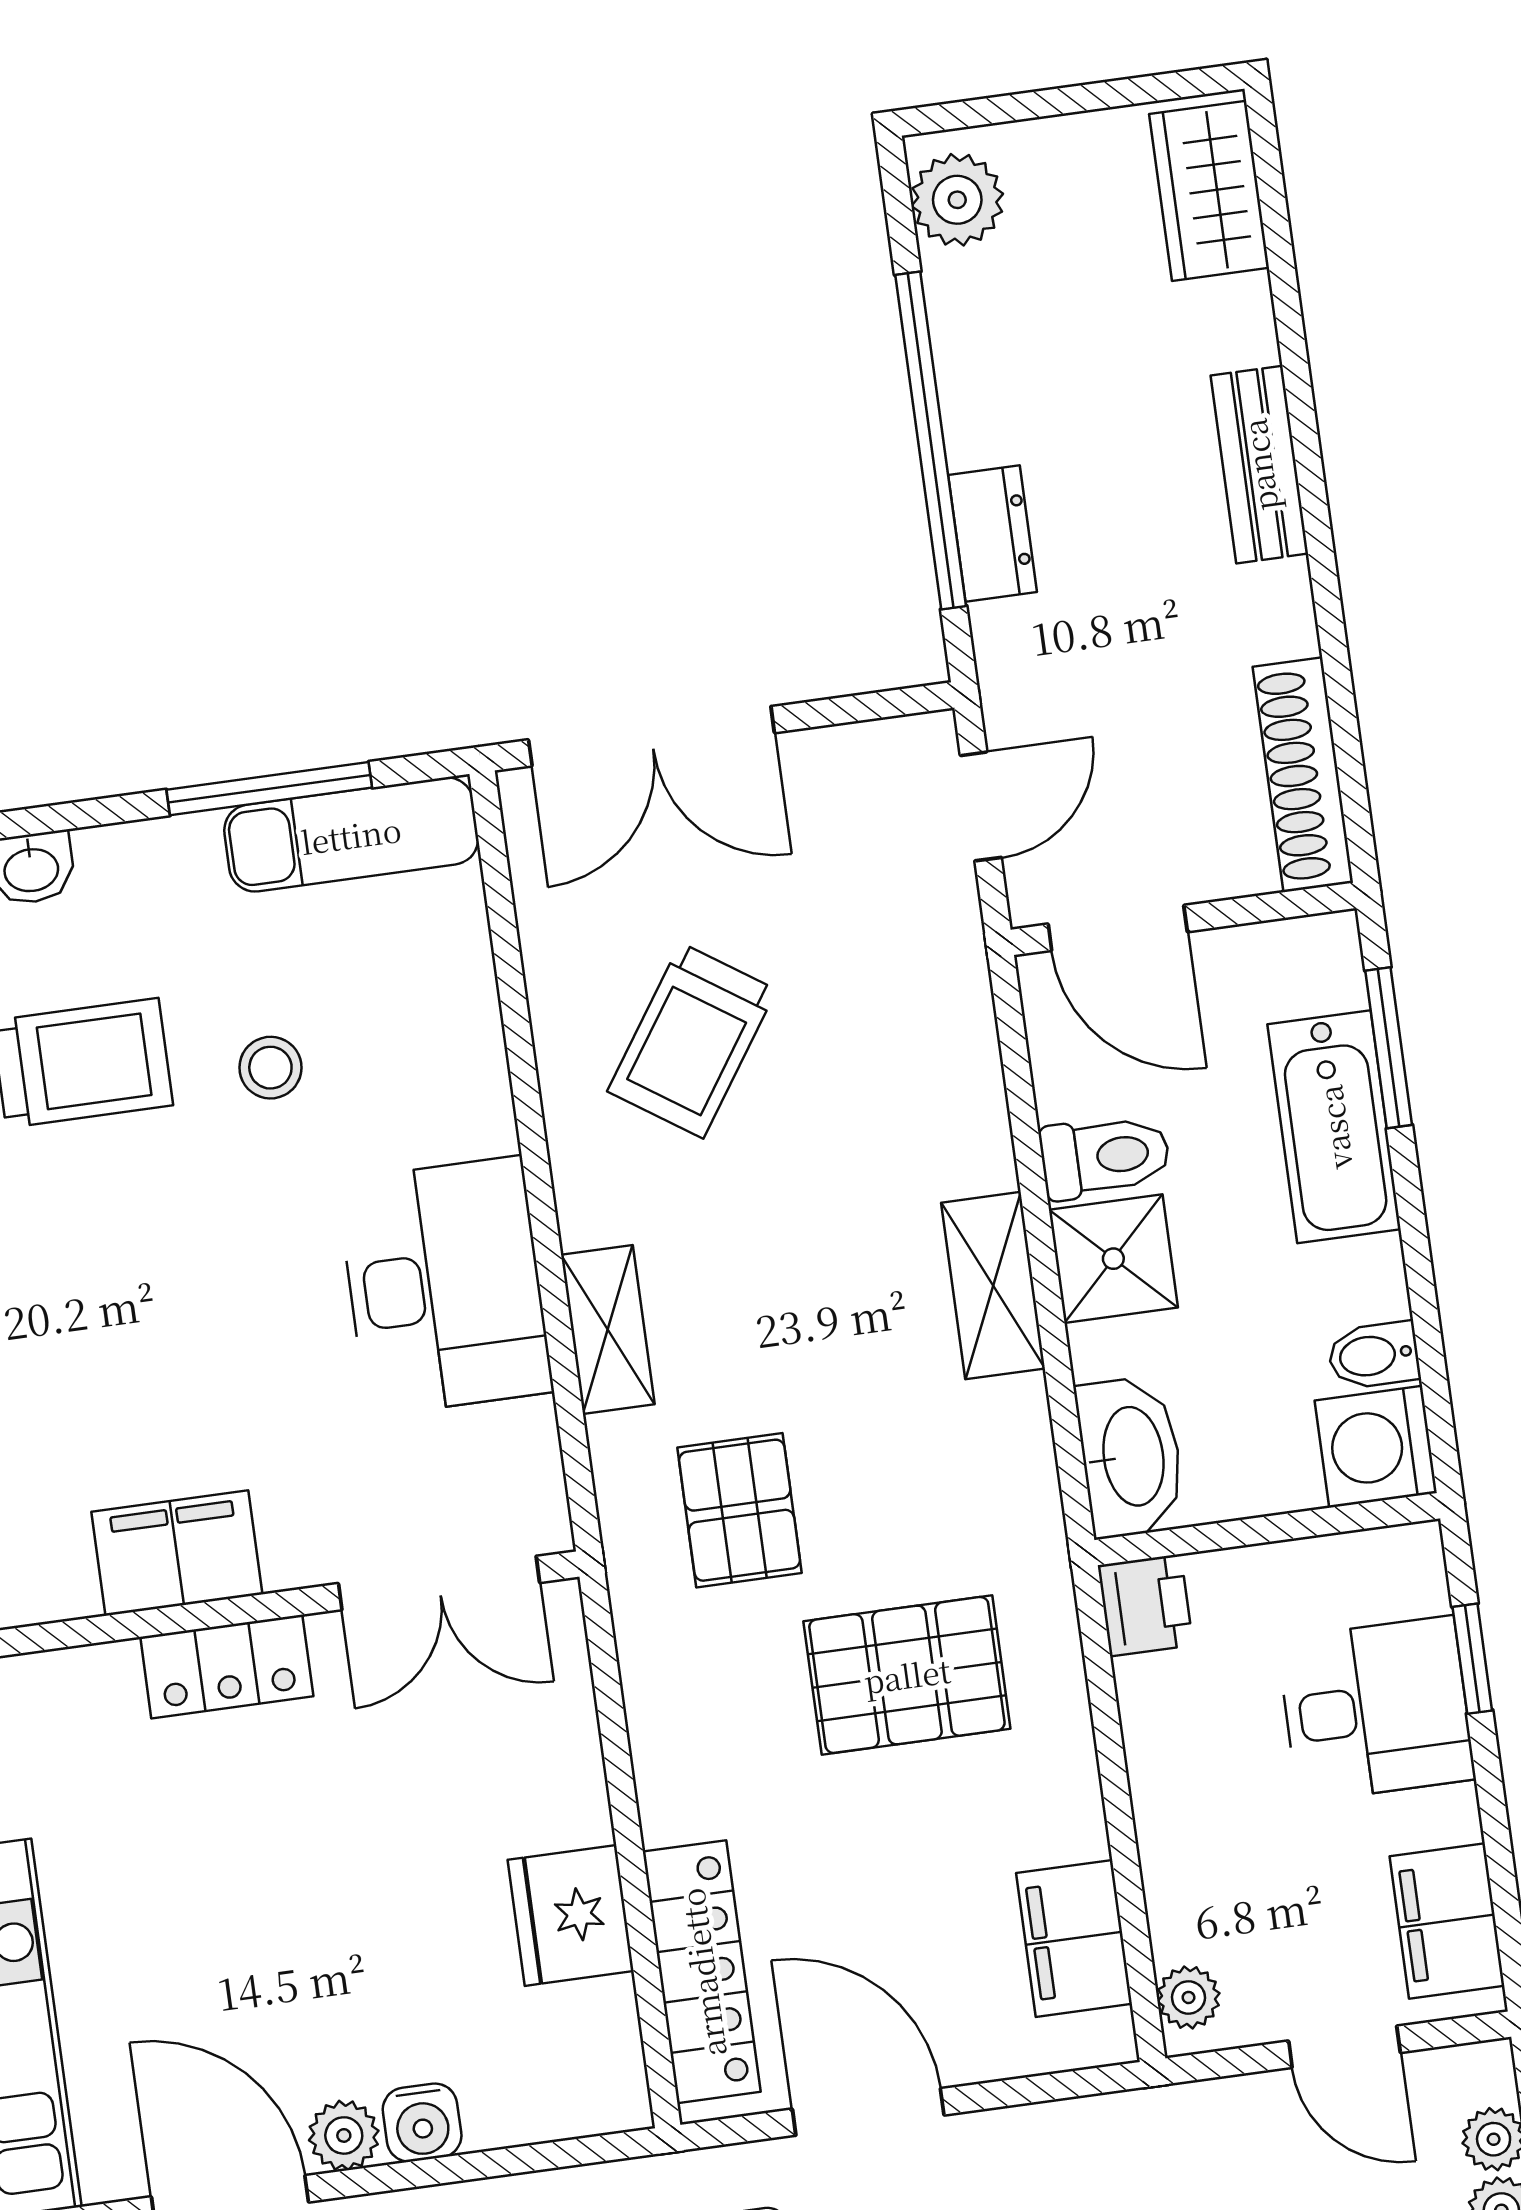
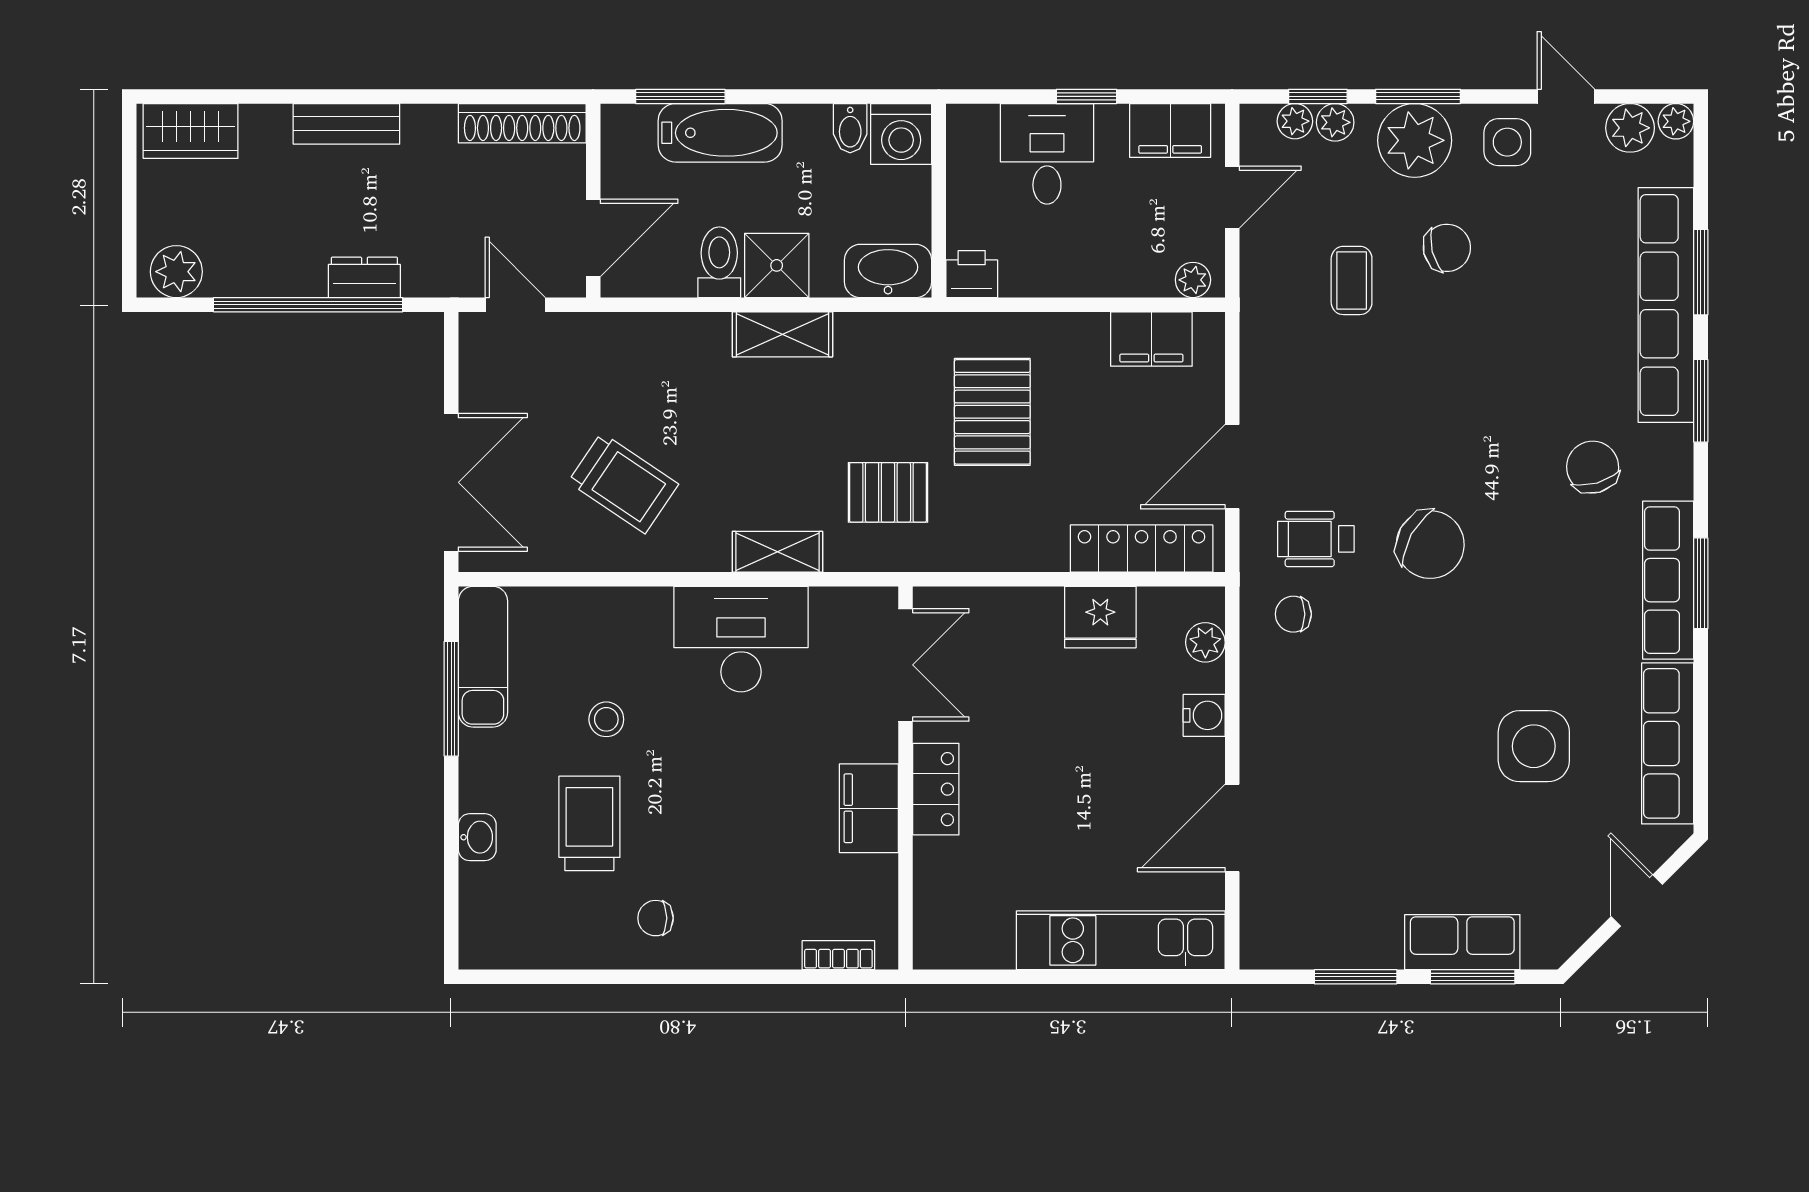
window: (1472, 1659) -> (1086, 96), moved
plant: (344, 2135) -> (1205, 642), moved

